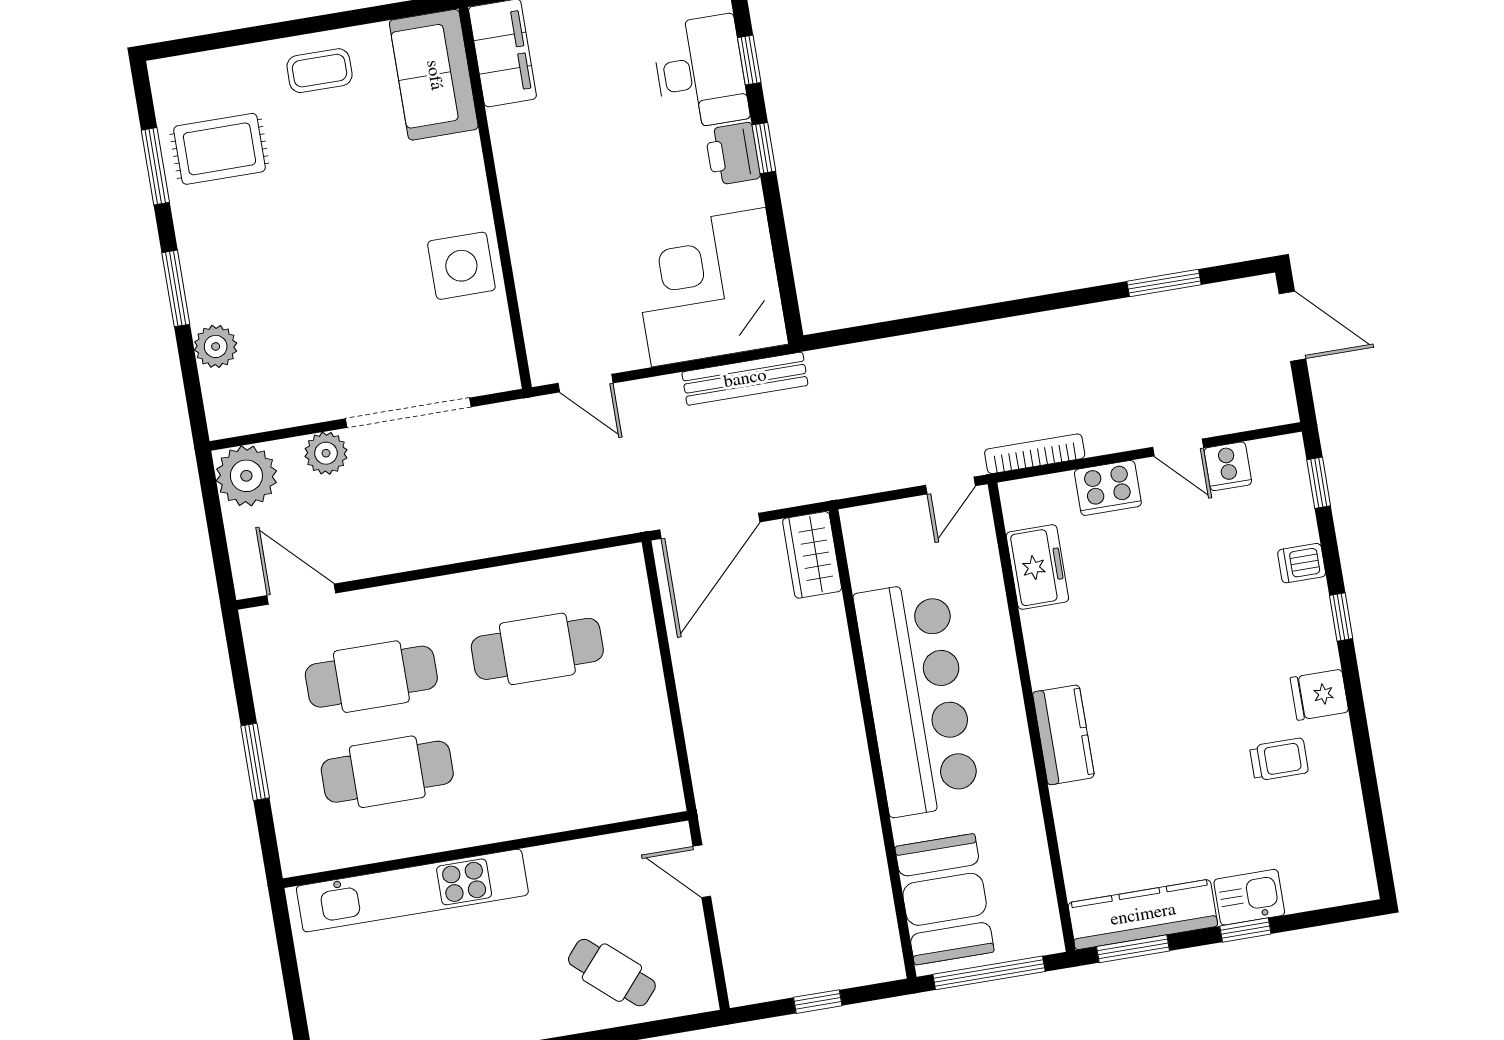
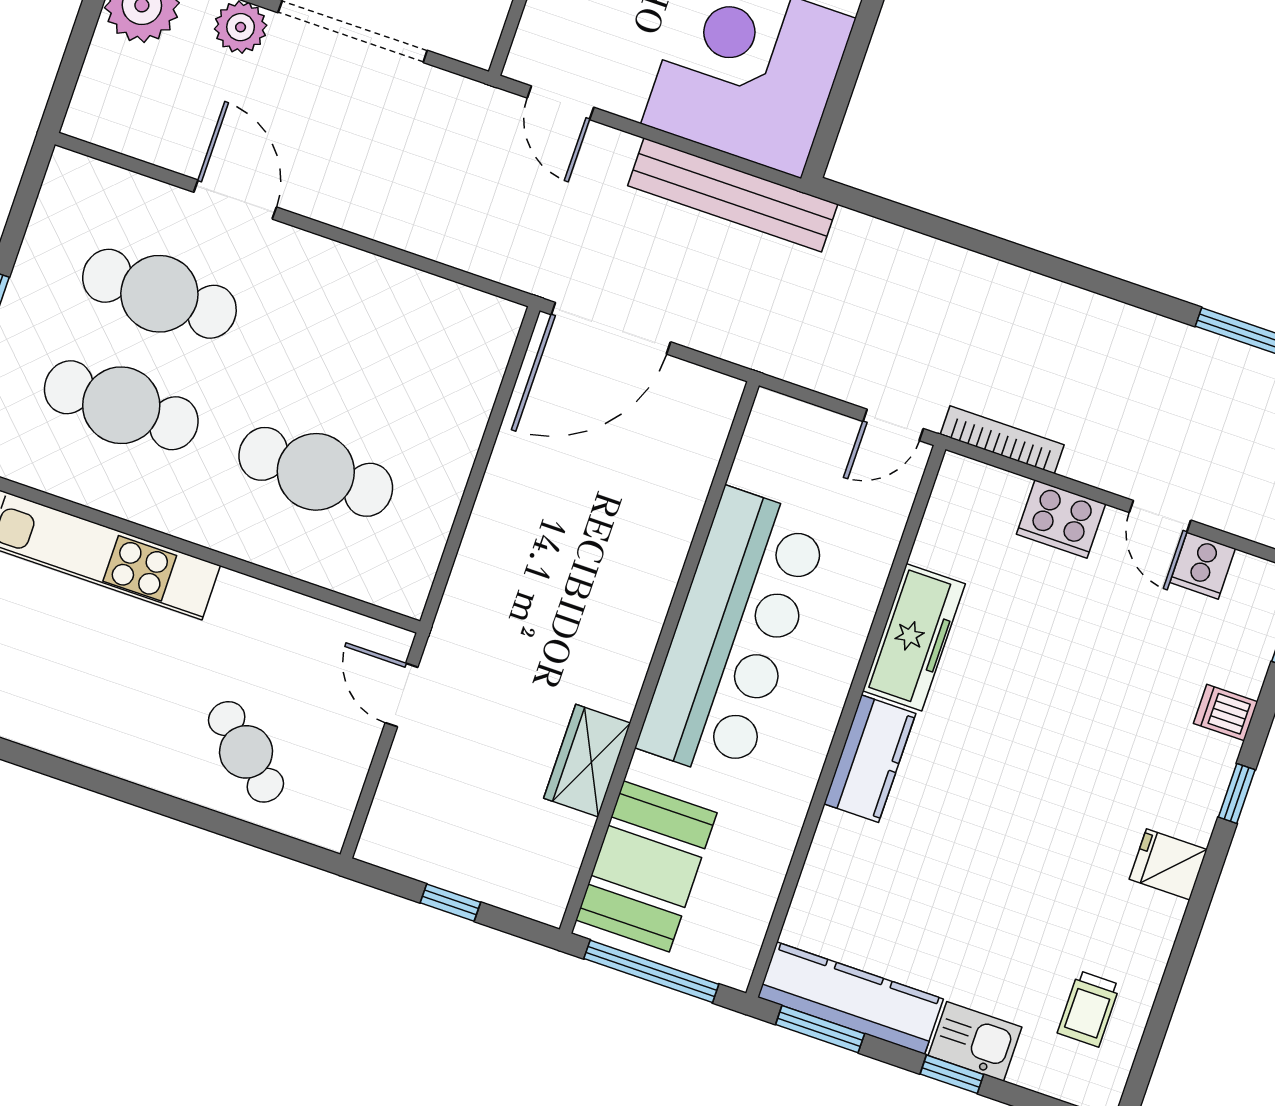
bench: (745, 379) -> (733, 195), width x1.37, depth x1.21
wardrobe: (812, 555) -> (587, 761), moved
freezer: (1037, 567) -> (914, 637), moved, width x1.40
door: (301, 594) -> (235, 200), moved
cafe table: (537, 649) -> (316, 472), moved
trolley: (1279, 759) -> (1089, 1009), moved, turned 90

